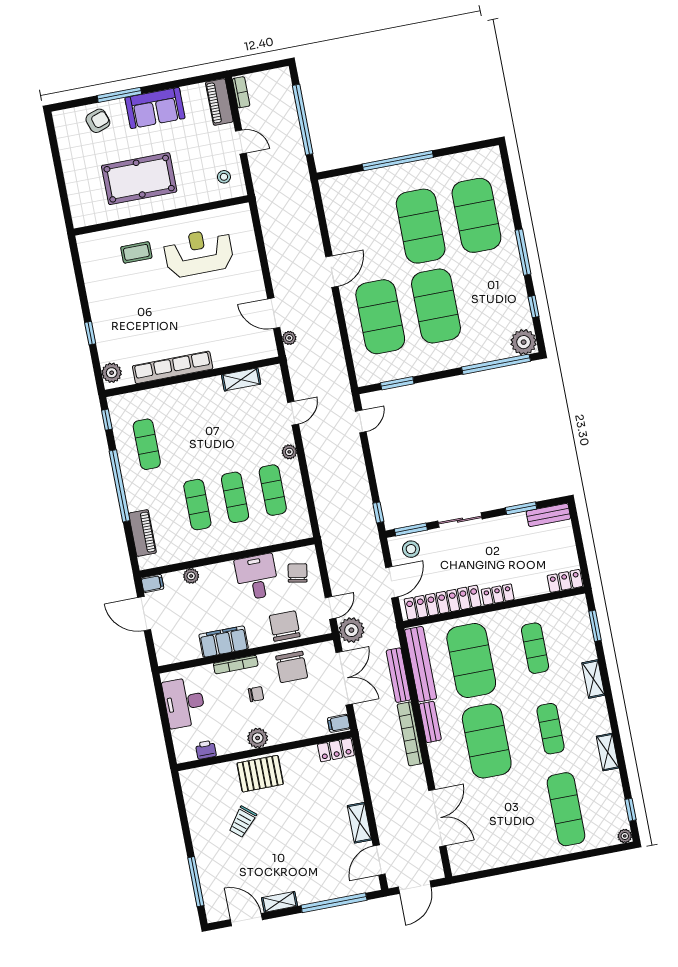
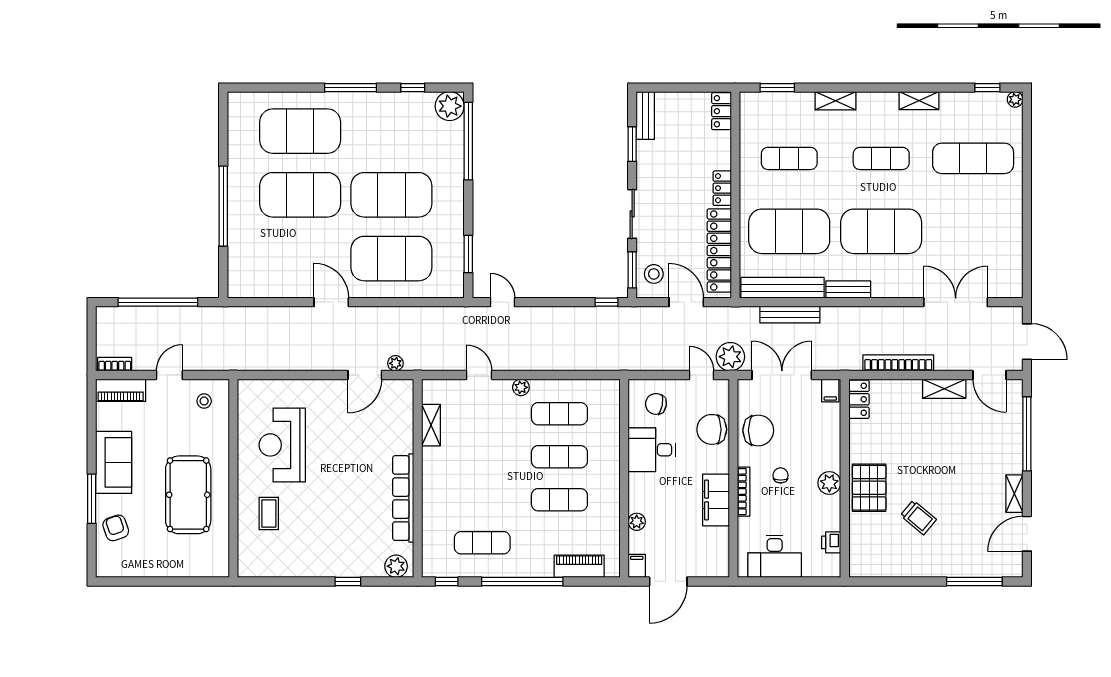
bookcase: (410, 734) -> (898, 363), moved, turned 180

